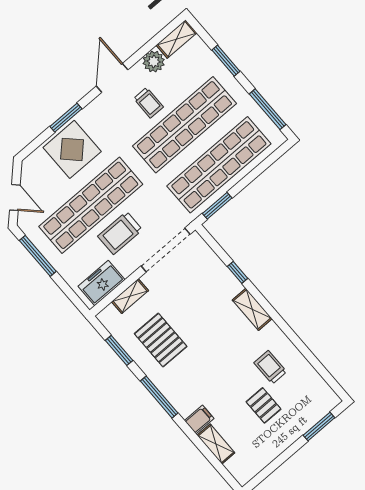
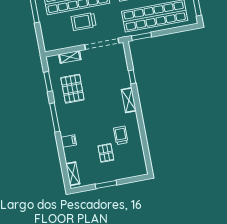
freezer: (102, 283) -> (59, 42), removed
window: (319, 427) -> (106, 184), moved
shelving: (216, 444) -> (73, 174), moved

